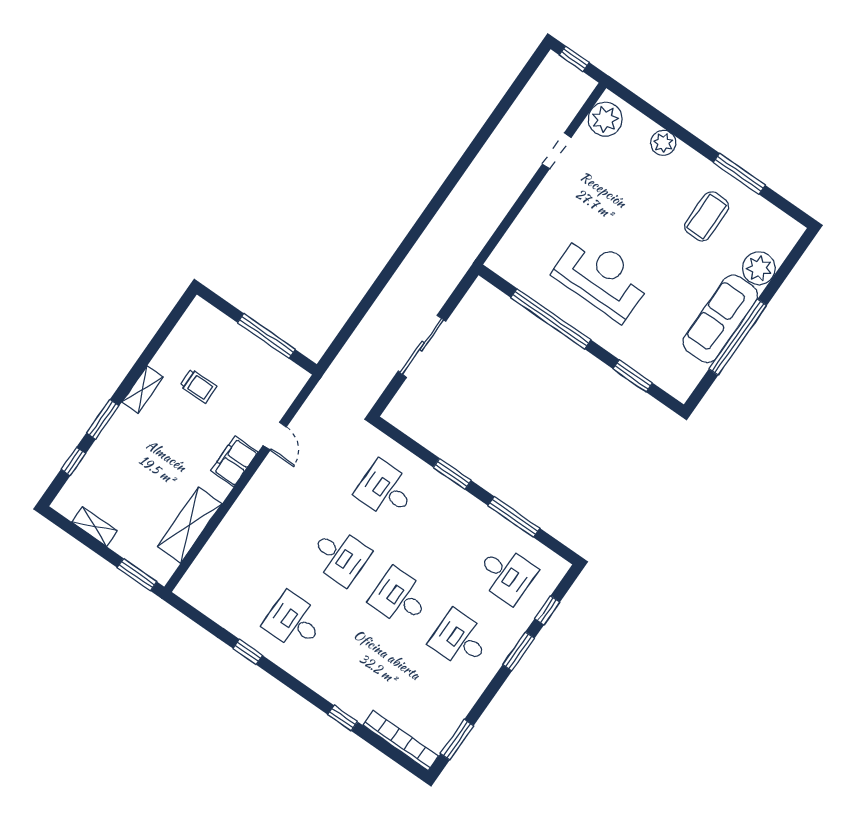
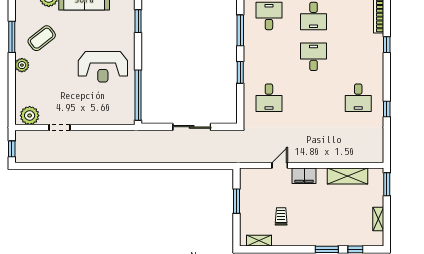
plant: (663, 143) -> (22, 65), moved
coffee table: (707, 216) -> (42, 38), turned -38
reception desk: (602, 277) -> (103, 67), turned -90
window: (551, 319) -> (138, 95), moved
window: (266, 336) -> (237, 201), width x0.69
shelving: (143, 390) -> (259, 241), moved
desk: (340, 556) -> (314, 98), removed
desk: (400, 598) -> (314, 57), turned 180

